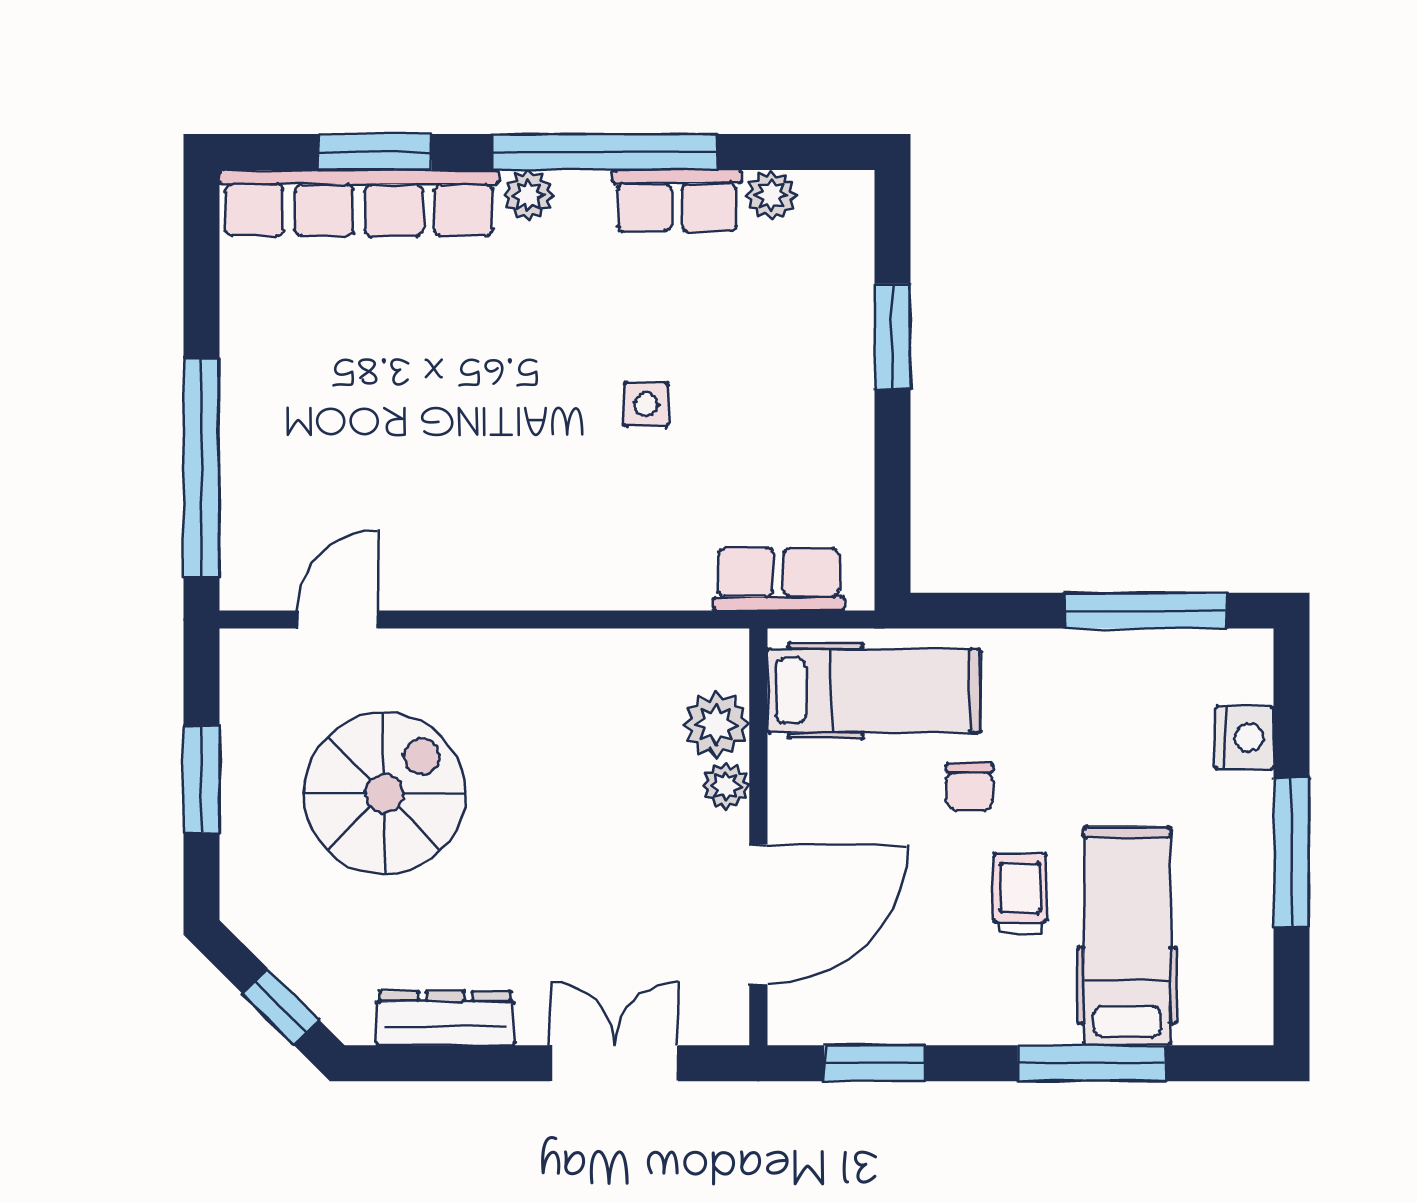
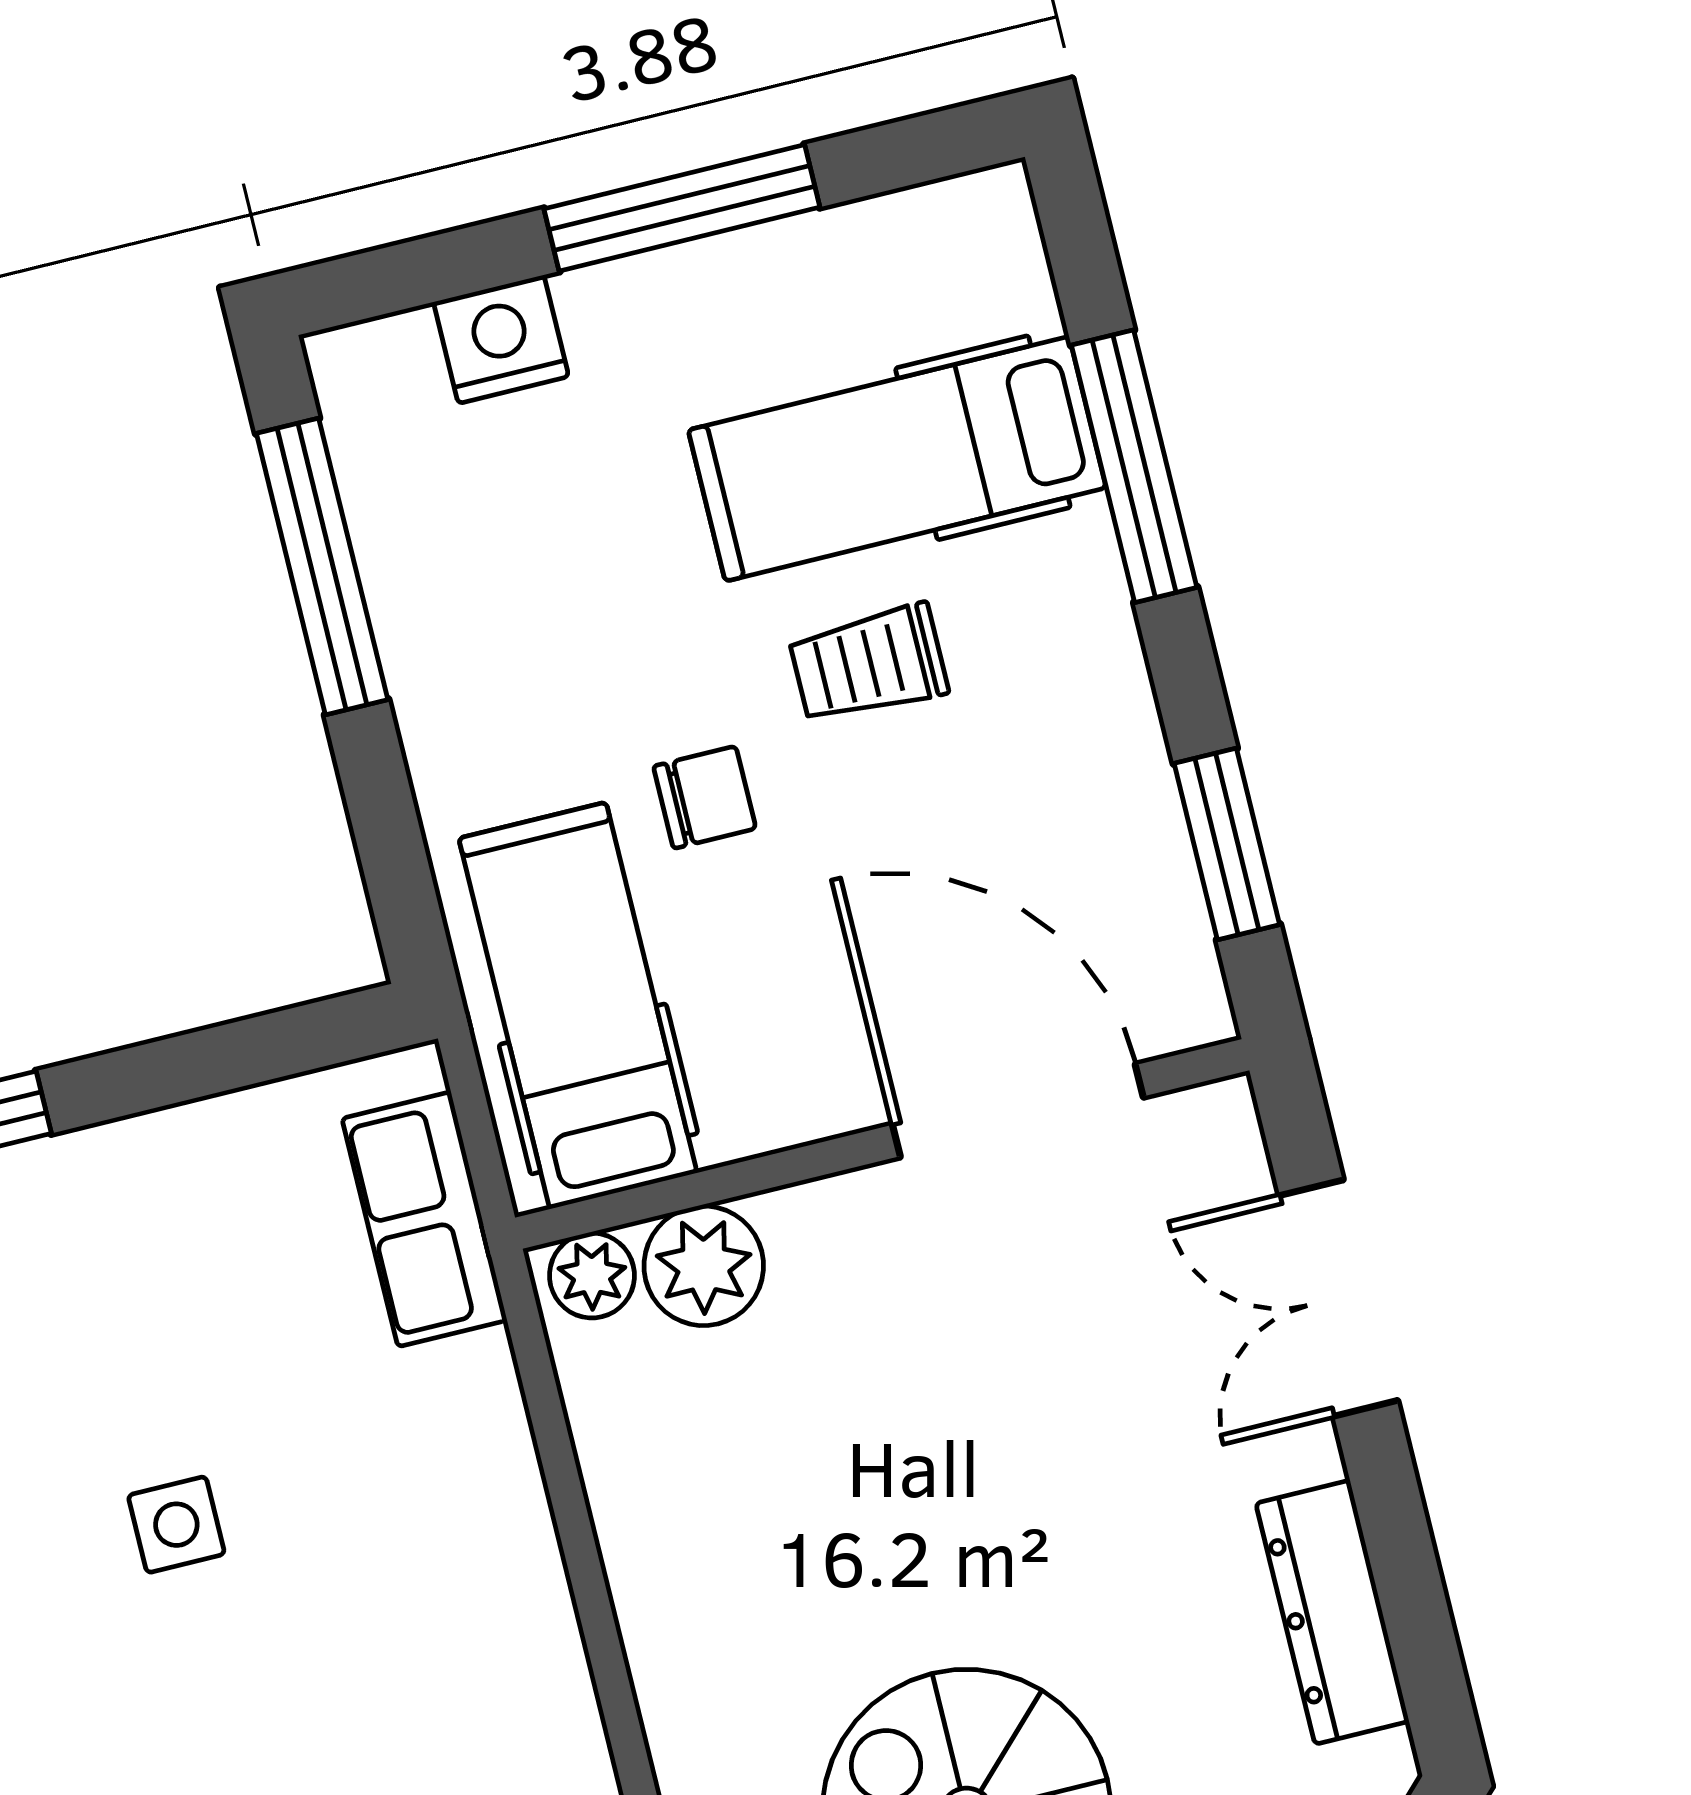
plant: (726, 786) -> (592, 1275), moved

